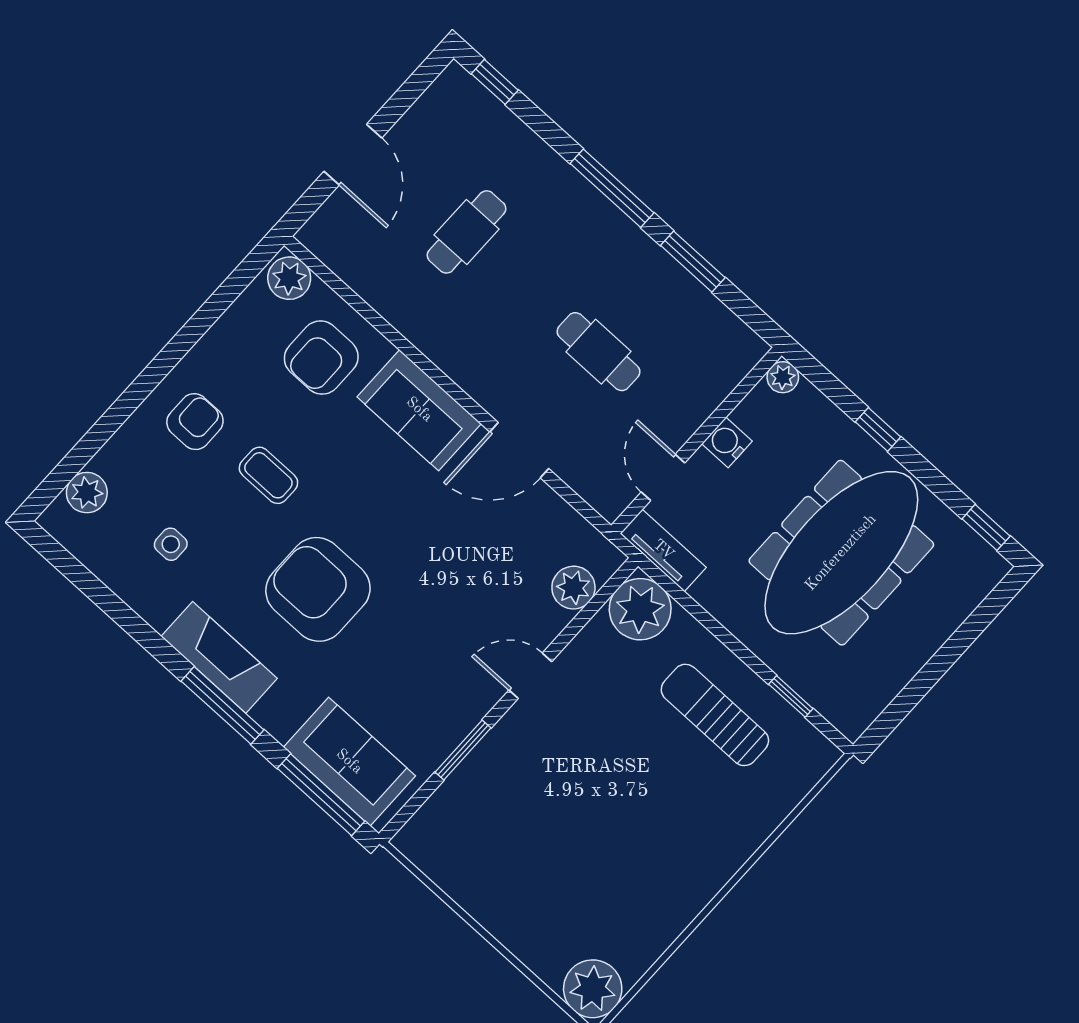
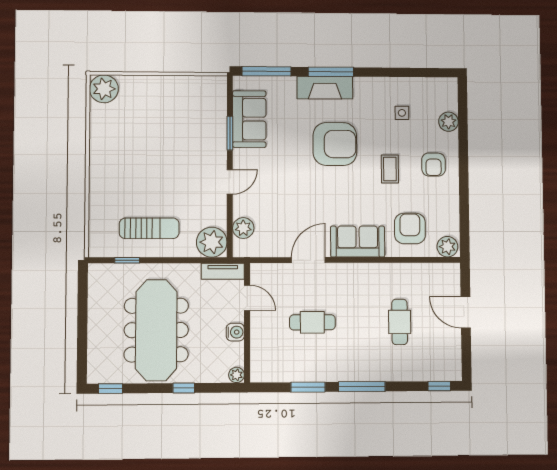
coffee table: (268, 475) -> (390, 169), turned 90
plant: (87, 493) -> (448, 122), moved
fireplace: (219, 657) -> (325, 88), moved
sofa: (349, 762) -> (249, 119), moved, turned -90

